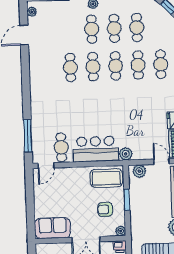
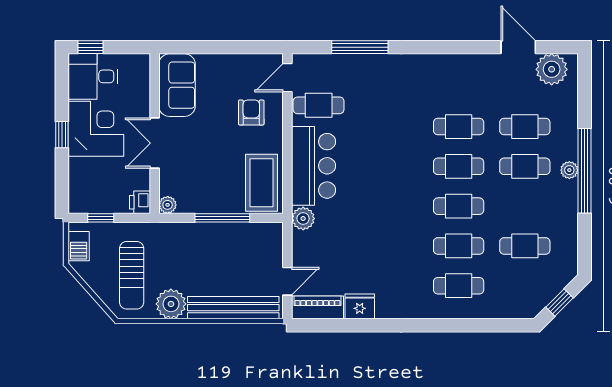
plant: (32, 12) -> (552, 69), width x1.88, depth x1.88
cafe table: (114, 28) -> (525, 127), moved
window: (28, 136) -> (360, 47), moved
door: (46, 166) -> (287, 78), hinge flipped
plant: (139, 171) -> (272, 241), removed
window: (127, 200) -> (222, 218), width x1.44
armchair: (105, 209) -> (251, 112), moved

